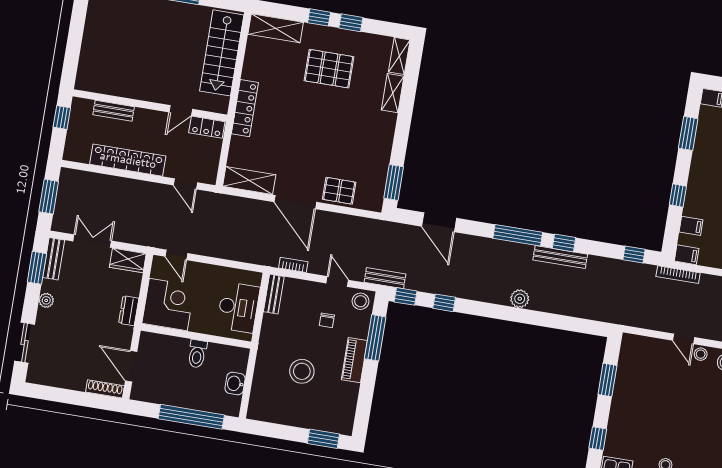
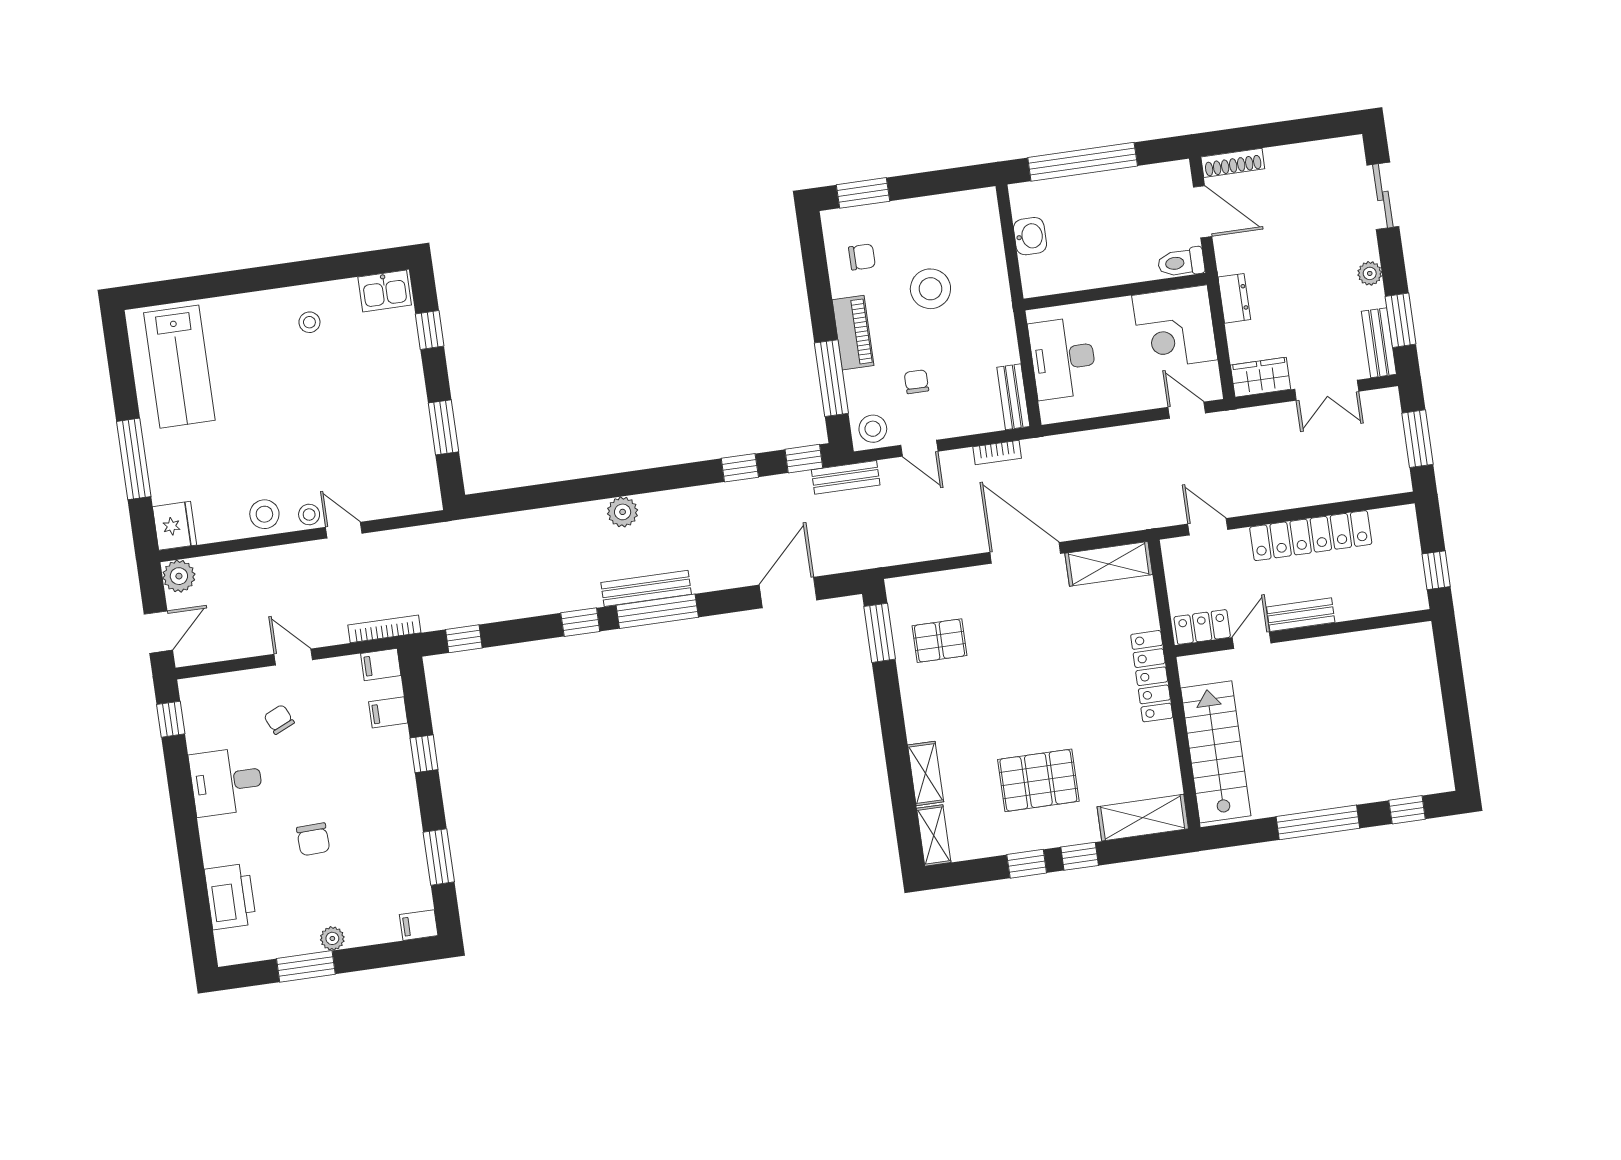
bench: (114, 111) -> (1301, 615), moved
pallet: (339, 191) -> (940, 641), moved
door: (439, 222) -> (788, 593), hinge flipped
bench: (560, 257) -> (646, 588), moved
toilet: (197, 354) -> (1181, 262), moved, turned -90
chair: (336, 402) -> (862, 257), added

